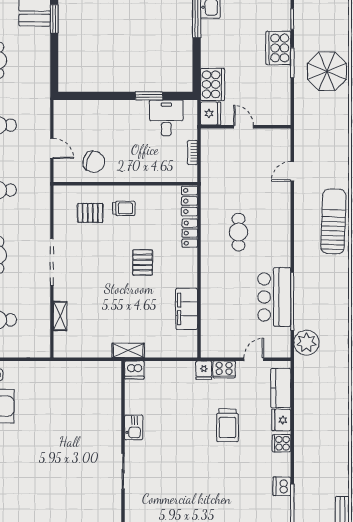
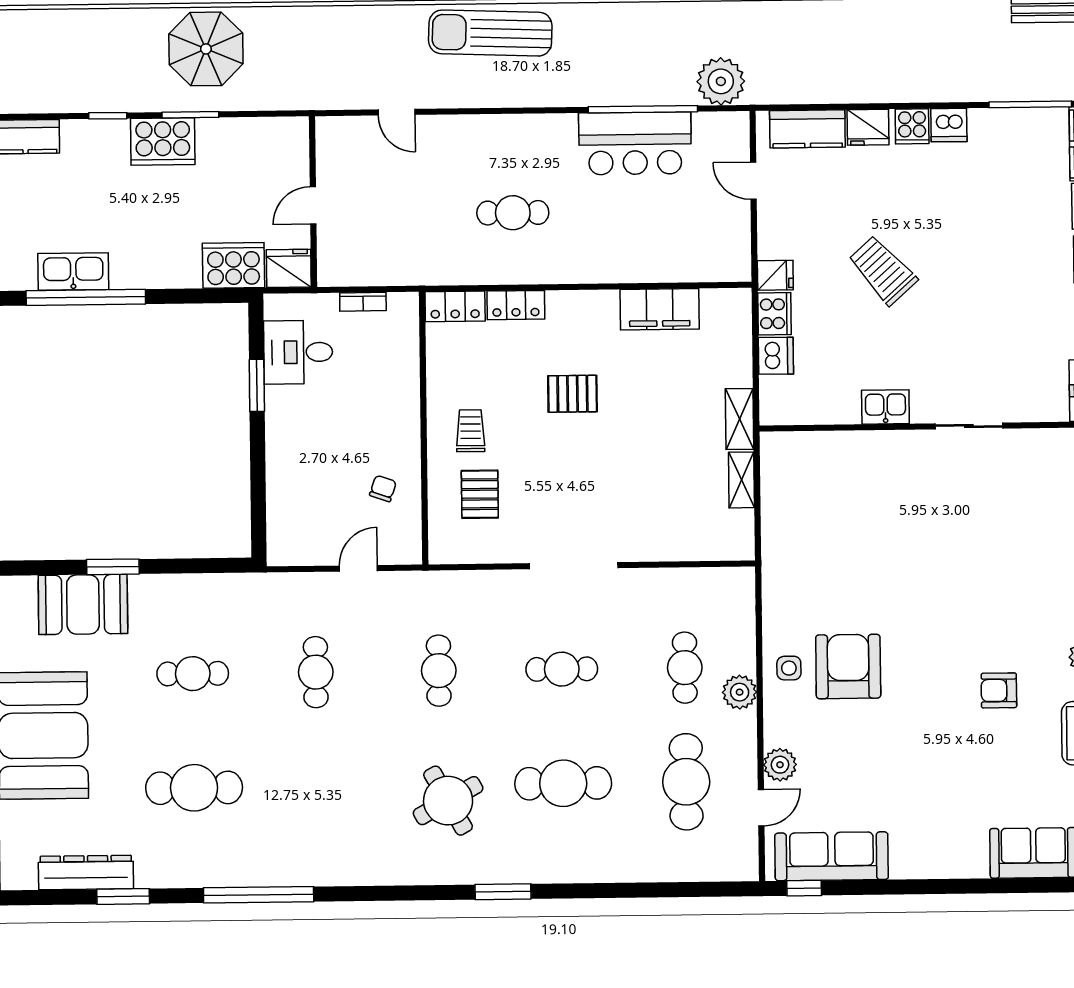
chair: (94, 162) -> (383, 488), width x0.54, depth x0.54
shelving: (60, 316) -> (741, 480), moved, turned 90
cooker: (224, 369) -> (774, 314), moved
dishwasher: (134, 370) -> (776, 356), moved
trolley: (228, 425) -> (883, 270), moved, turned -132
dishwasher: (282, 486) -> (949, 125), moved

